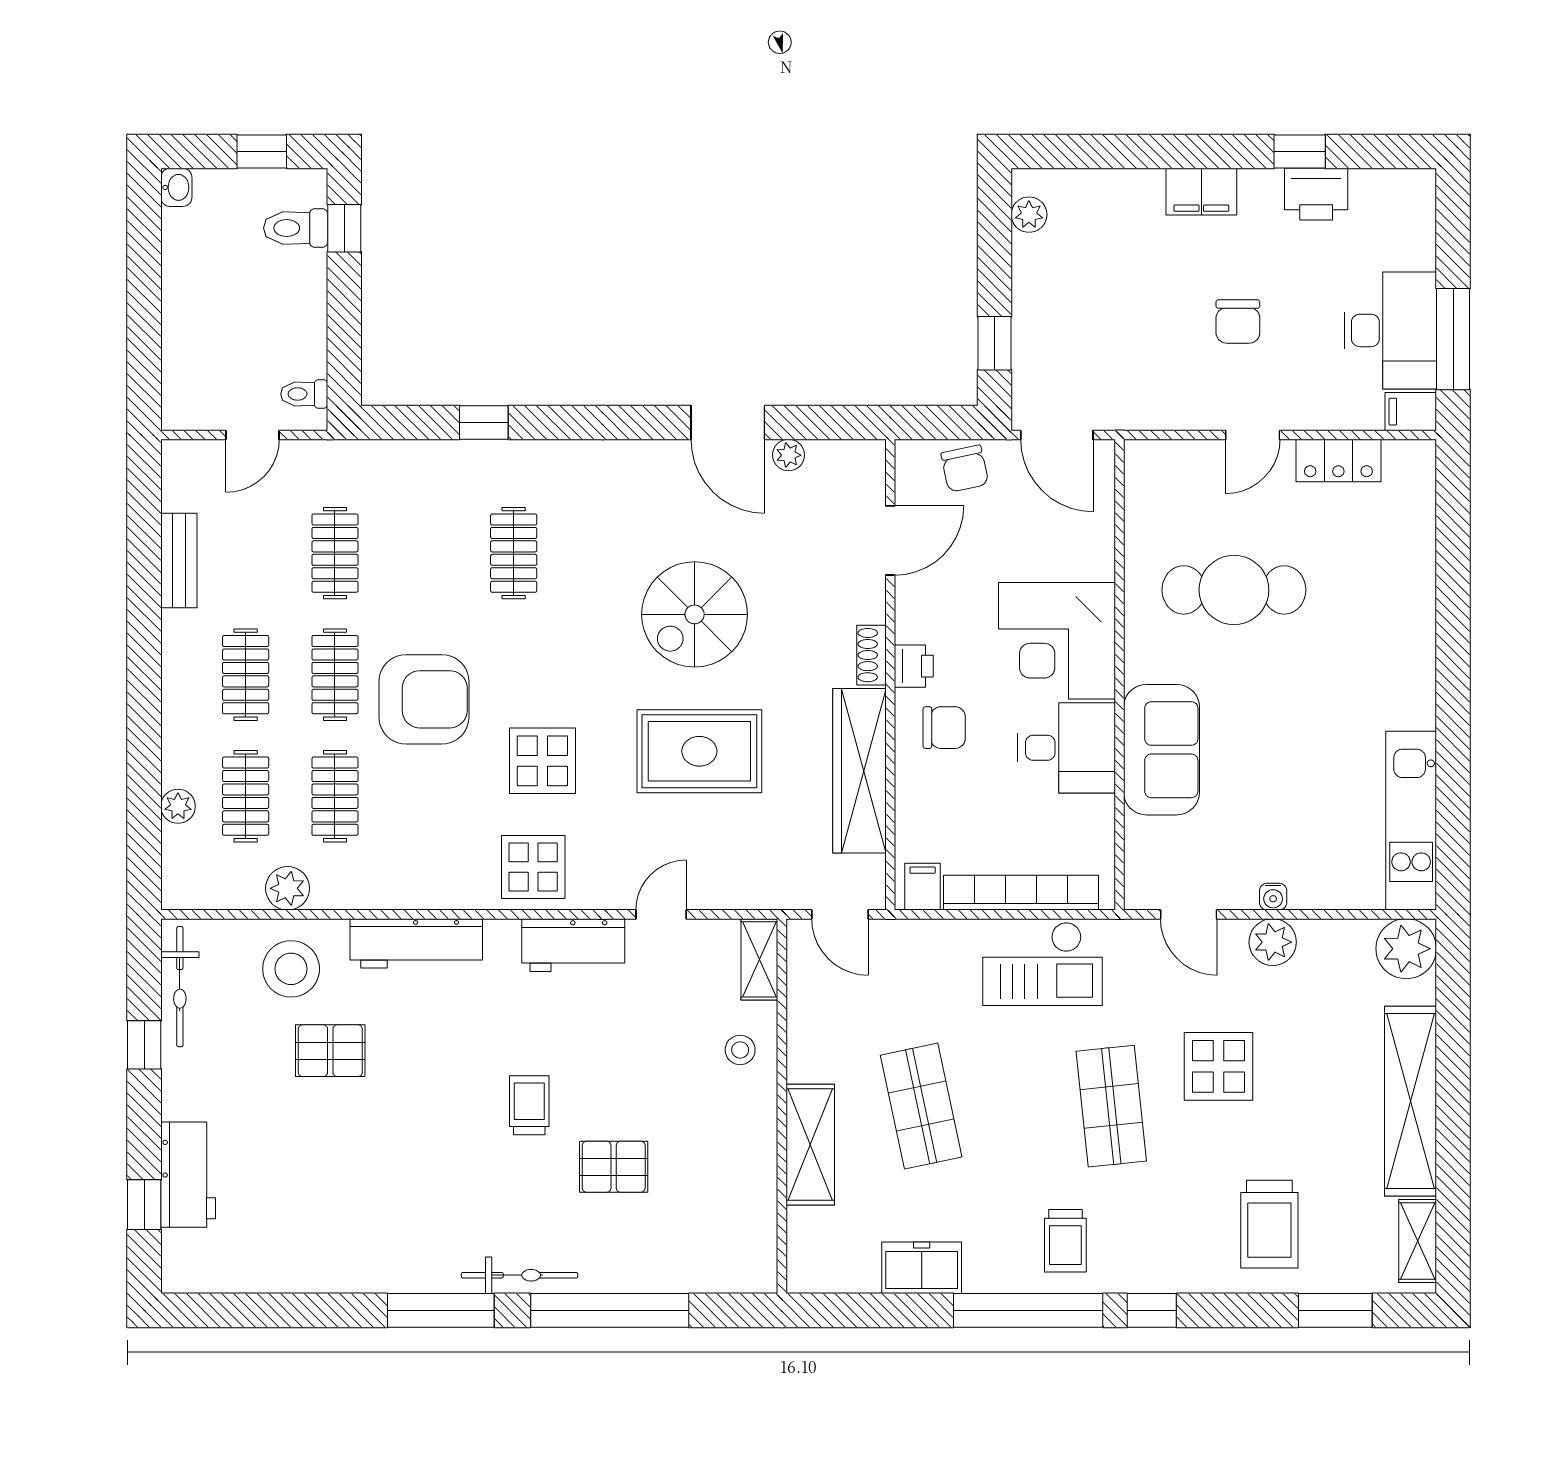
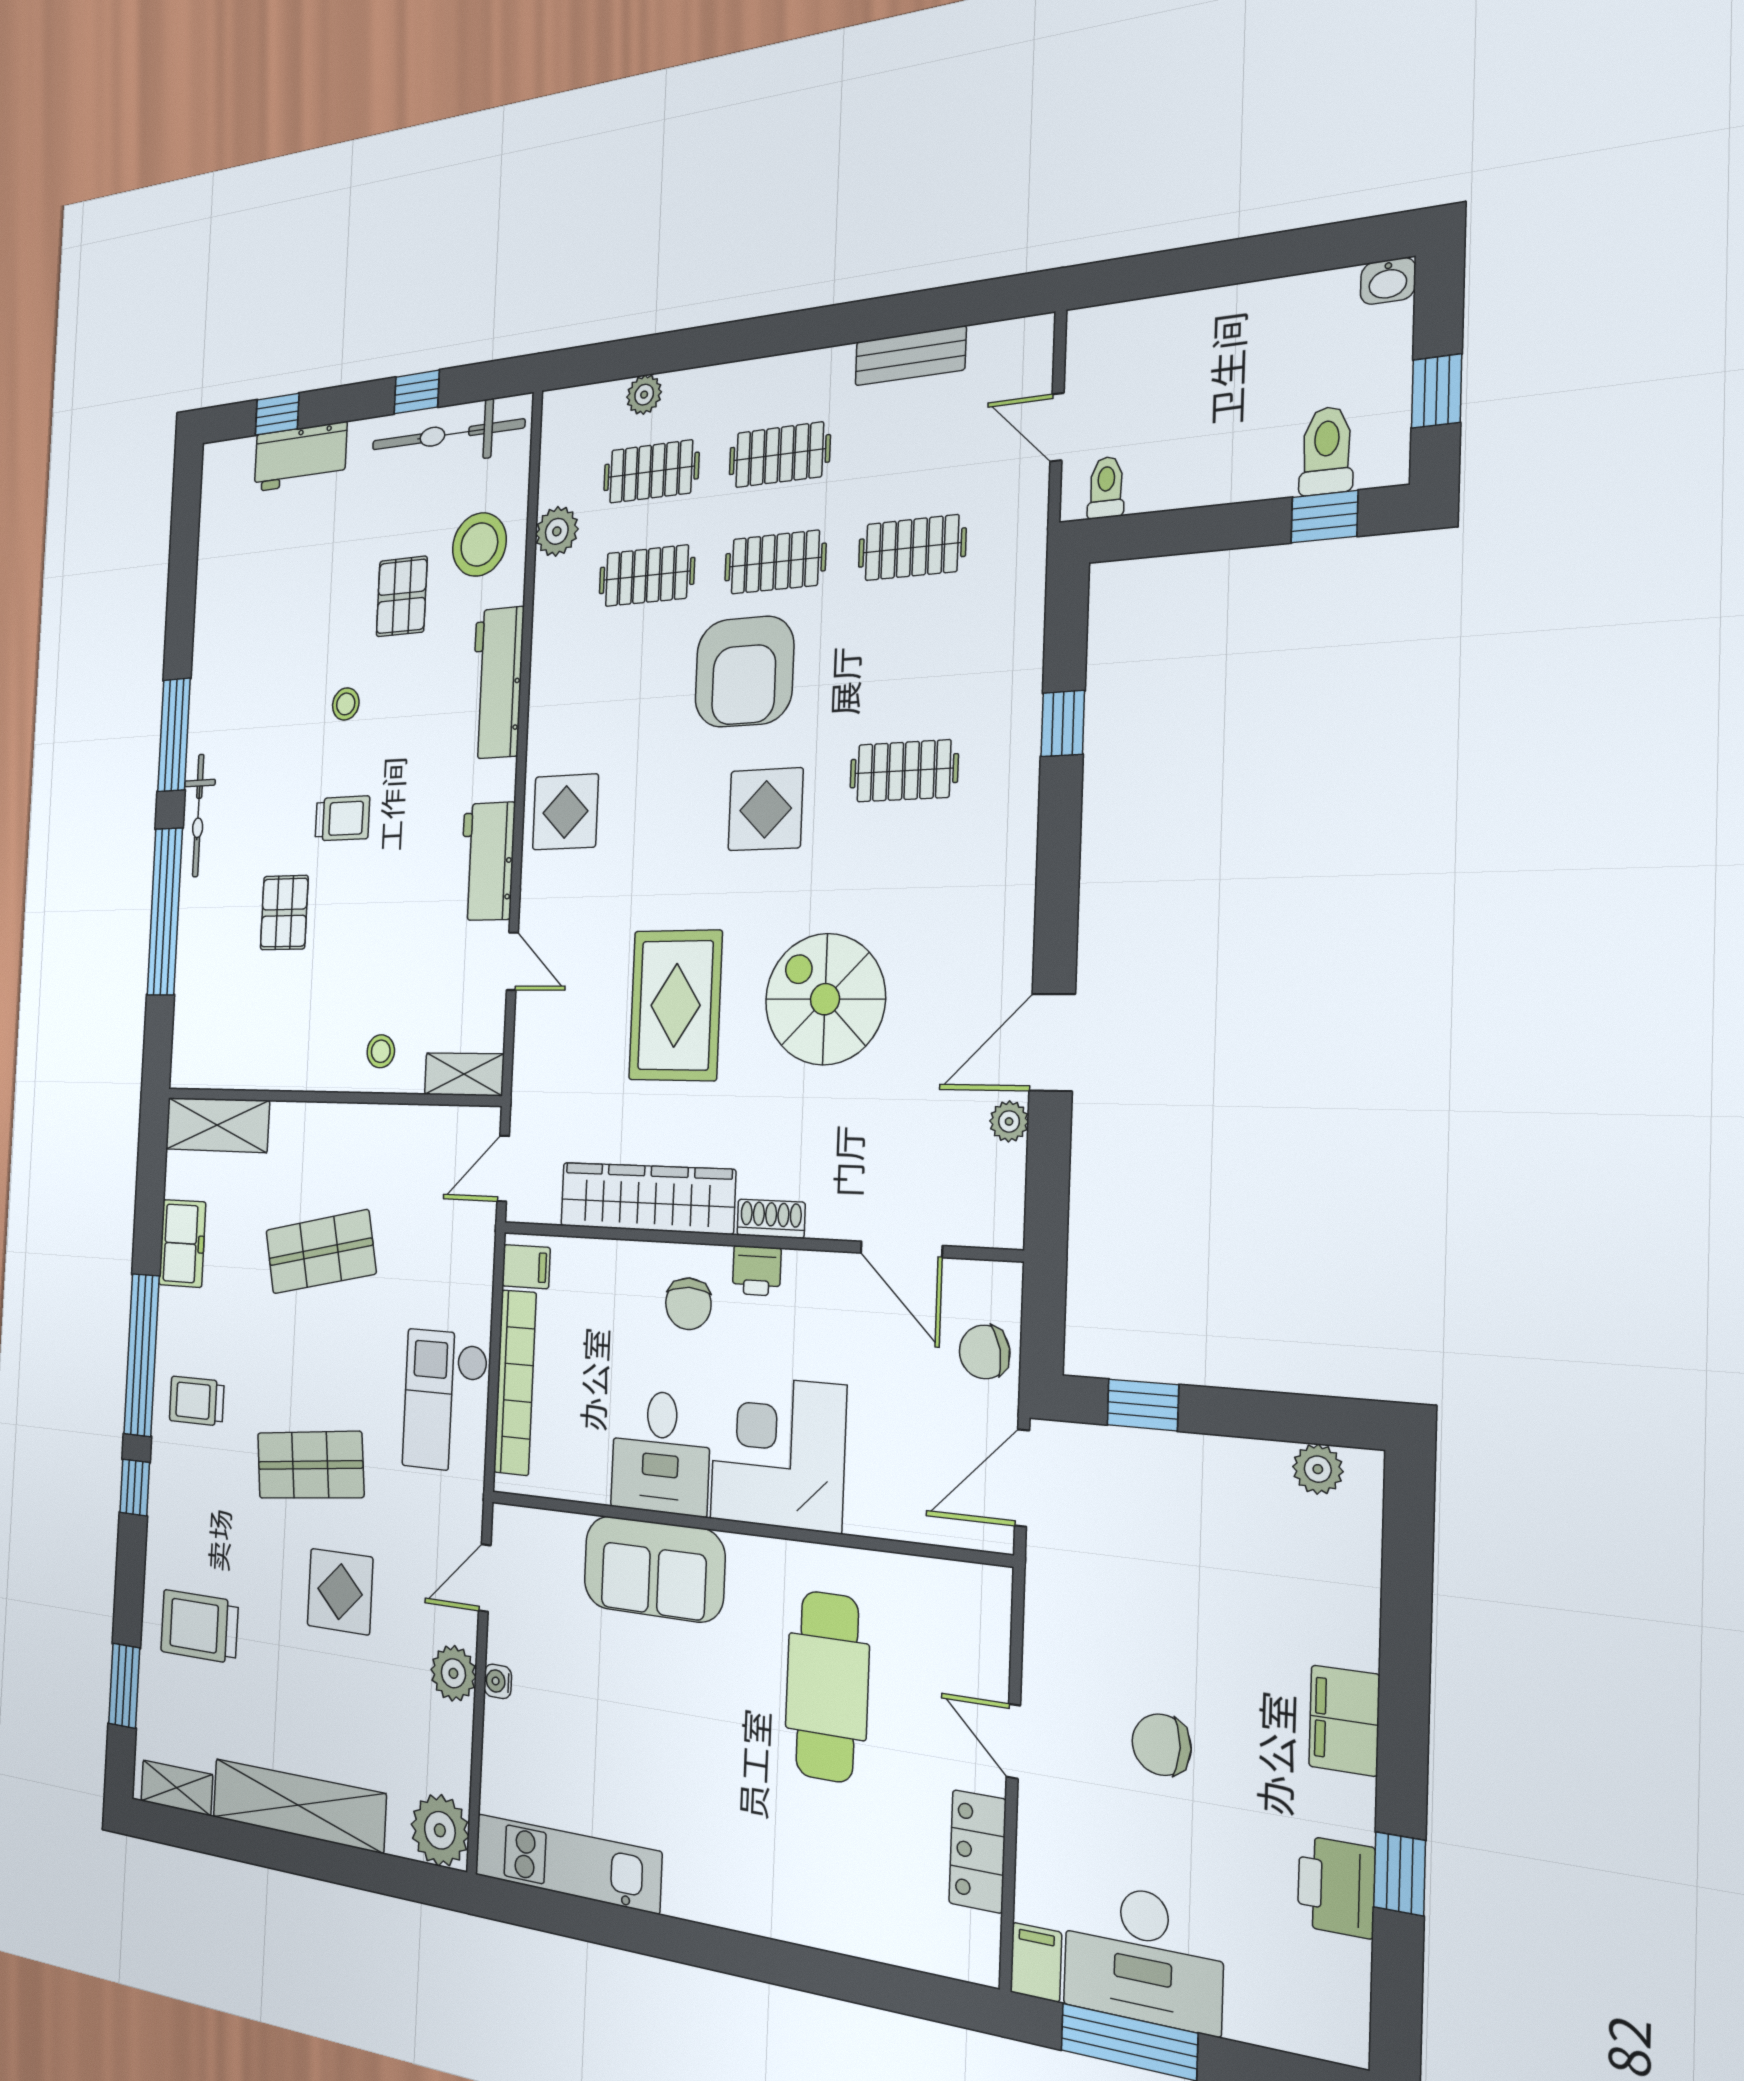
display table: (542, 761) -> (766, 809), moved
bicycle: (180, 987) -> (448, 434), width x1.37, depth x1.40
stool: (424, 1108) -> (346, 704), added
shelving: (810, 1145) -> (217, 1125), moved

